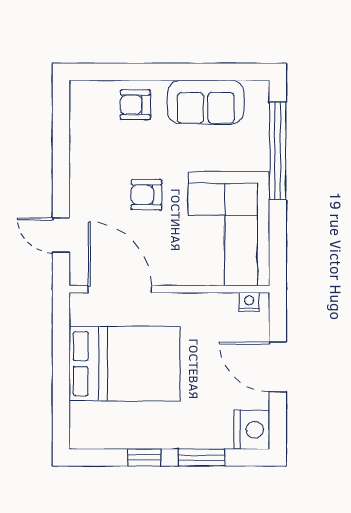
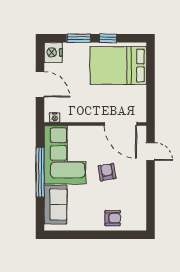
sofa: (206, 102) -> (55, 204), moved, turned 90
window: (278, 151) -> (40, 172), moved
armchair: (146, 195) -> (107, 172), turned -100
bed: (124, 364) -> (118, 65), moved

